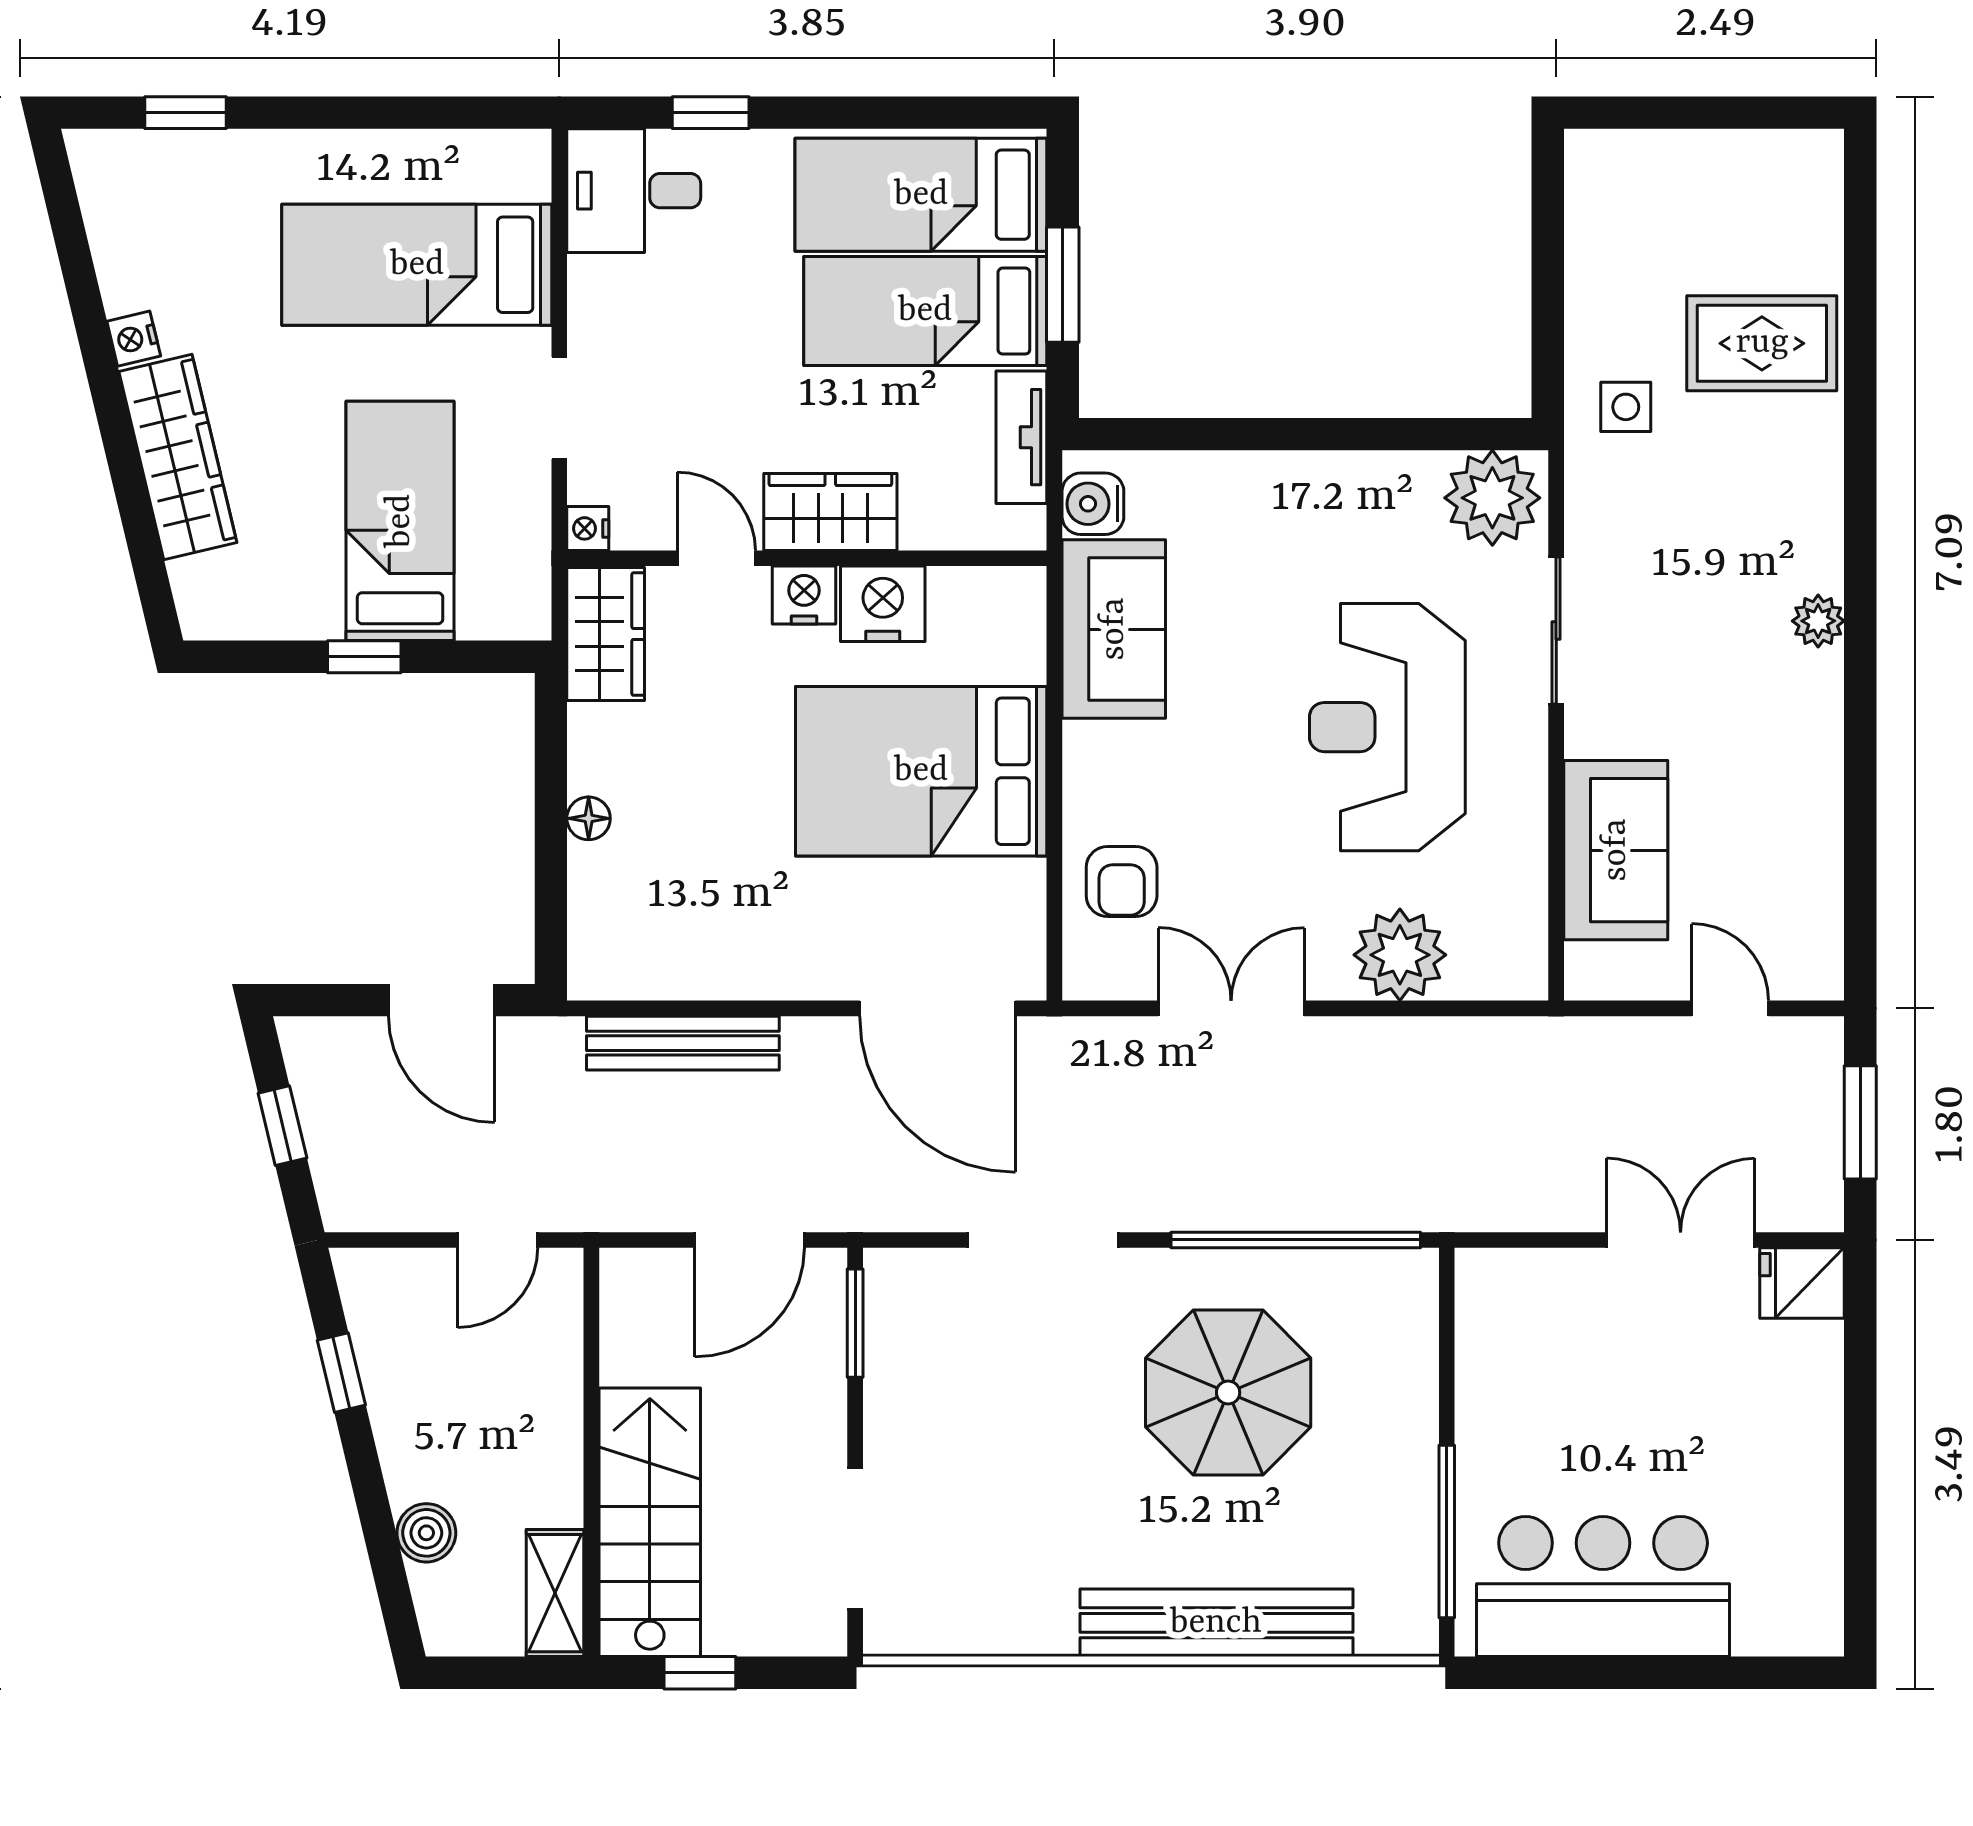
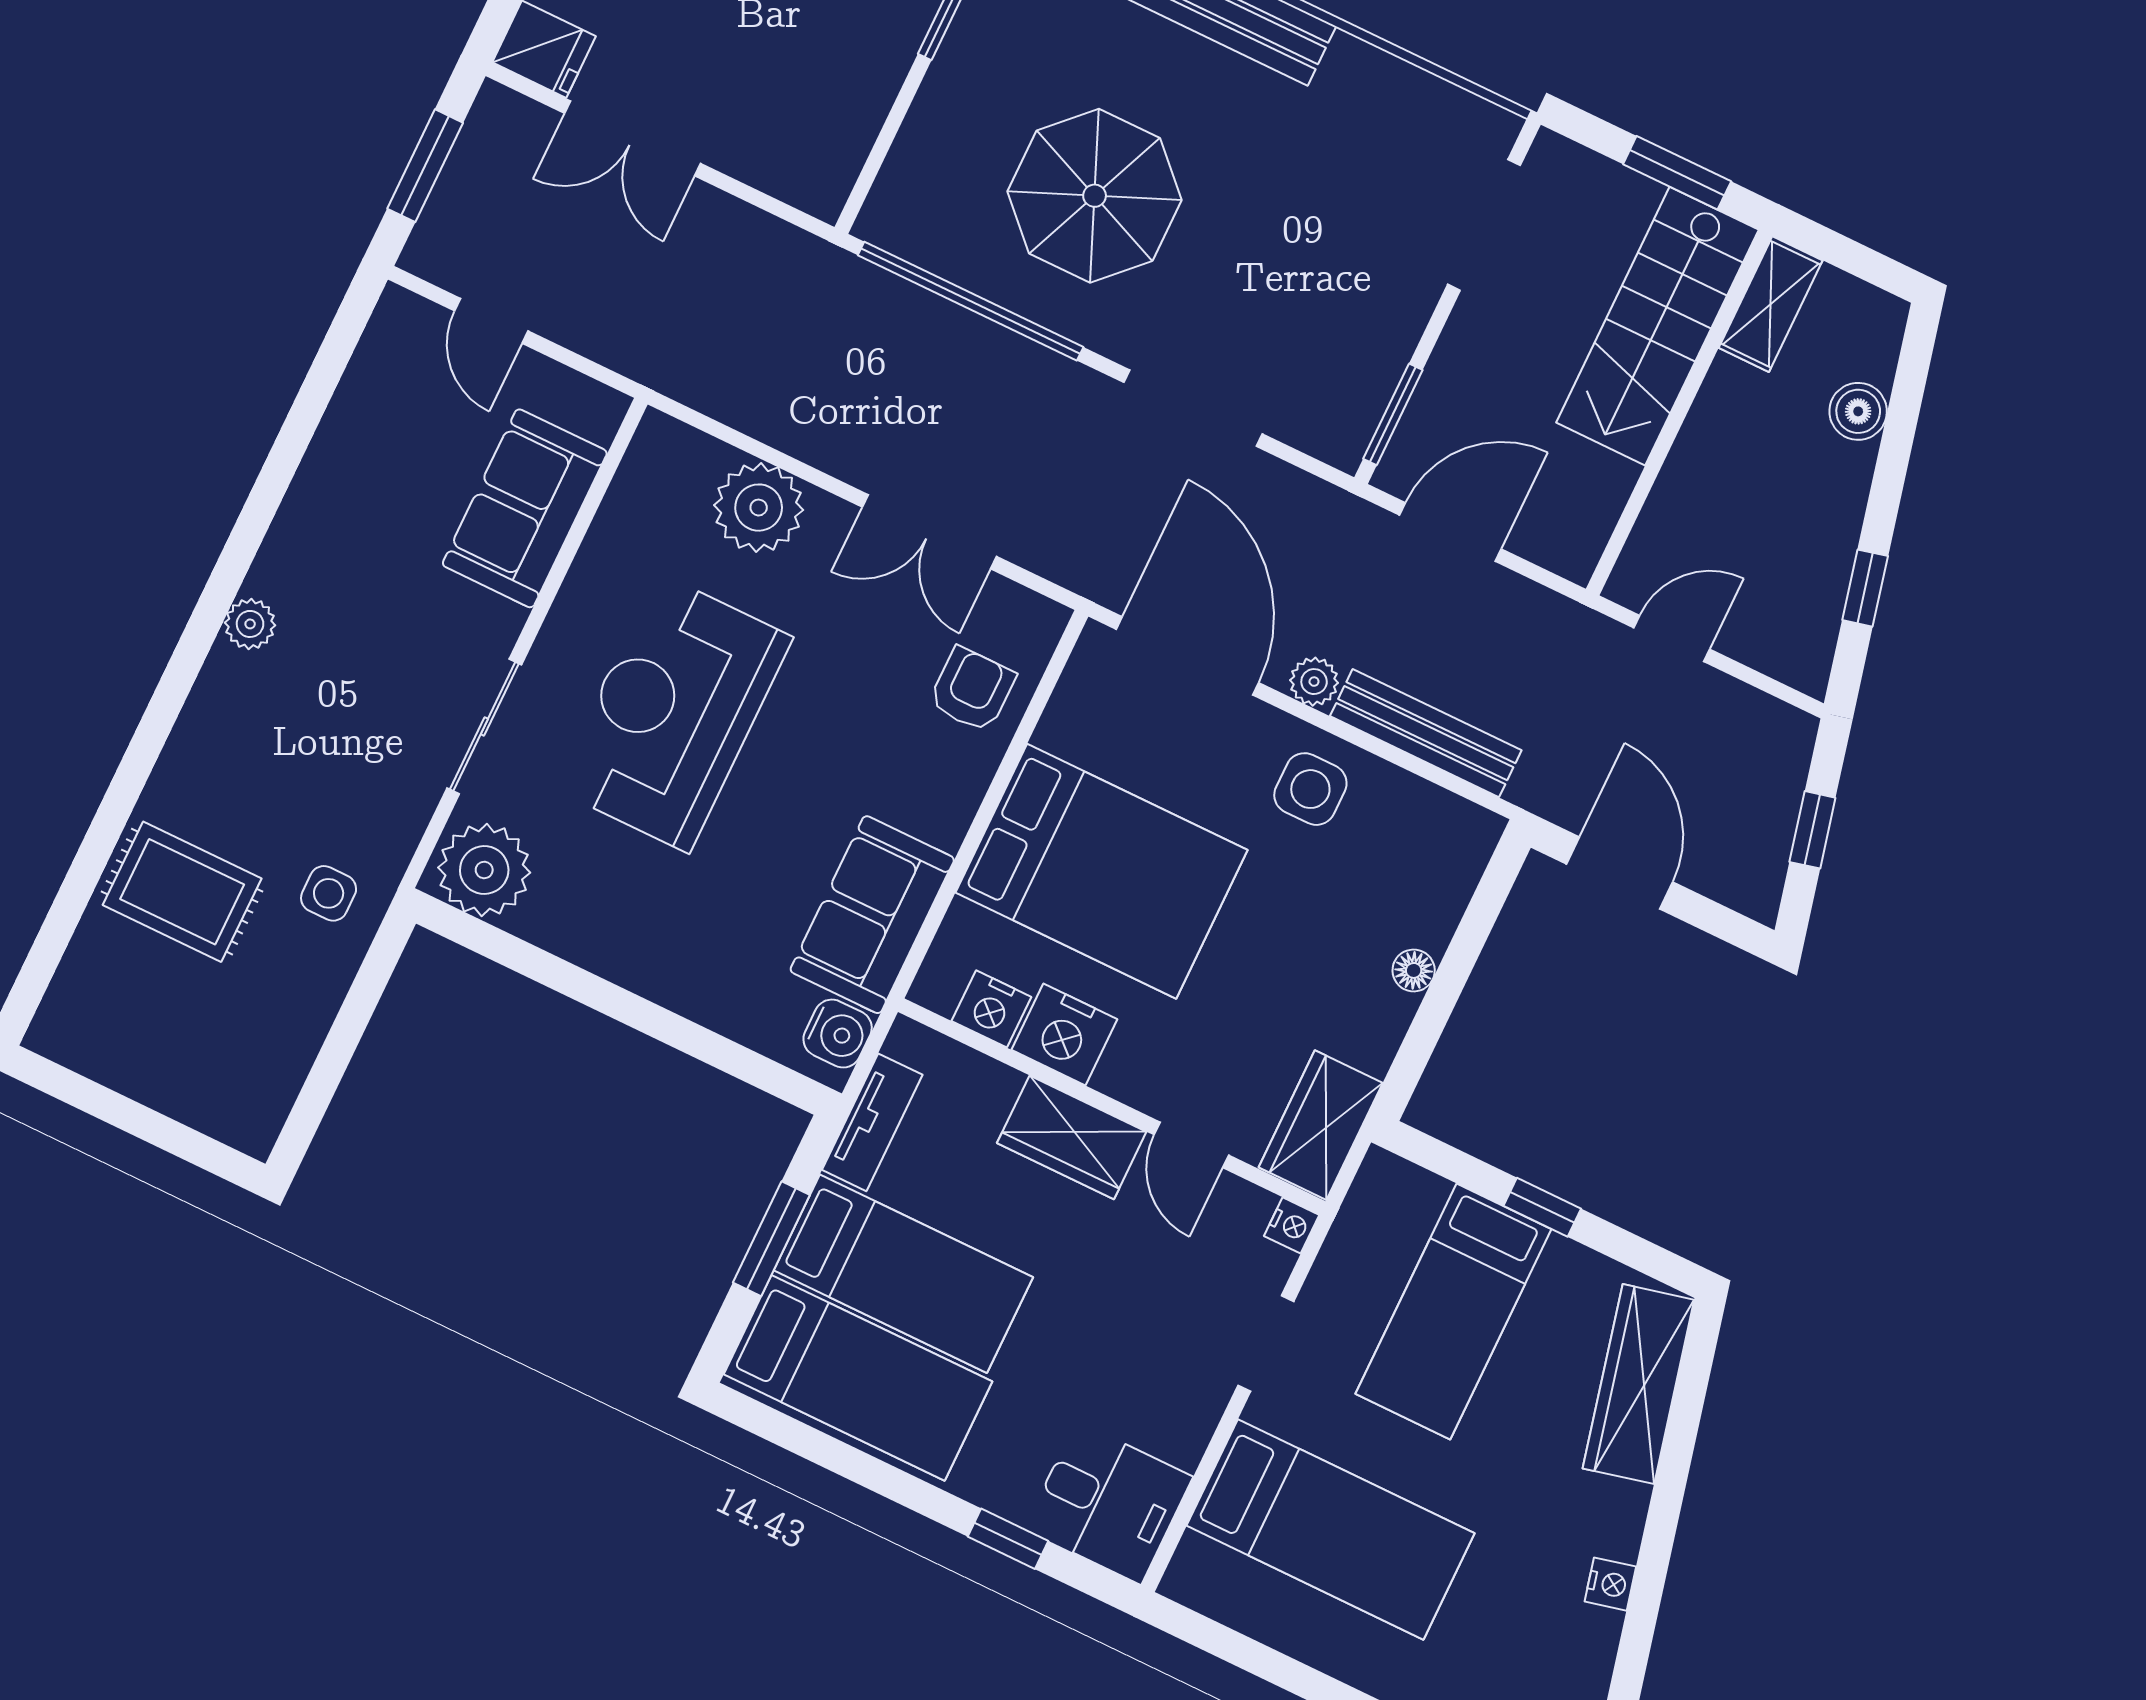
wardrobe: (178, 457) -> (1638, 1384), moved
nightstand: (804, 595) -> (991, 1009), moved
reception desk: (1387, 727) -> (673, 713), turned 180
side table: (765, 940) -> (1310, 789), added
plant: (809, 1041) -> (1314, 682), added
window: (700, 1673) -> (1677, 173), width x1.50

